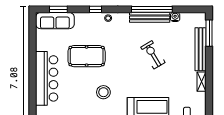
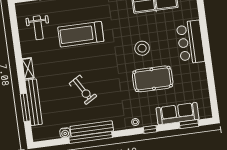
sofa: (55, 21) -> (177, 114), moved
window: (209, 33) -> (25, 107), moved
bar counter: (47, 78) -> (190, 42), width x0.73
stool: (103, 92) -> (142, 48), moved

